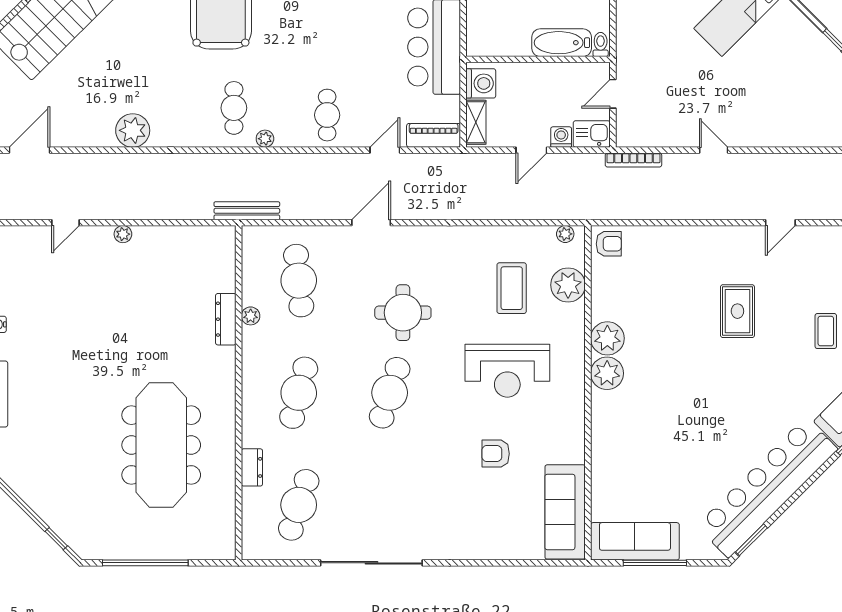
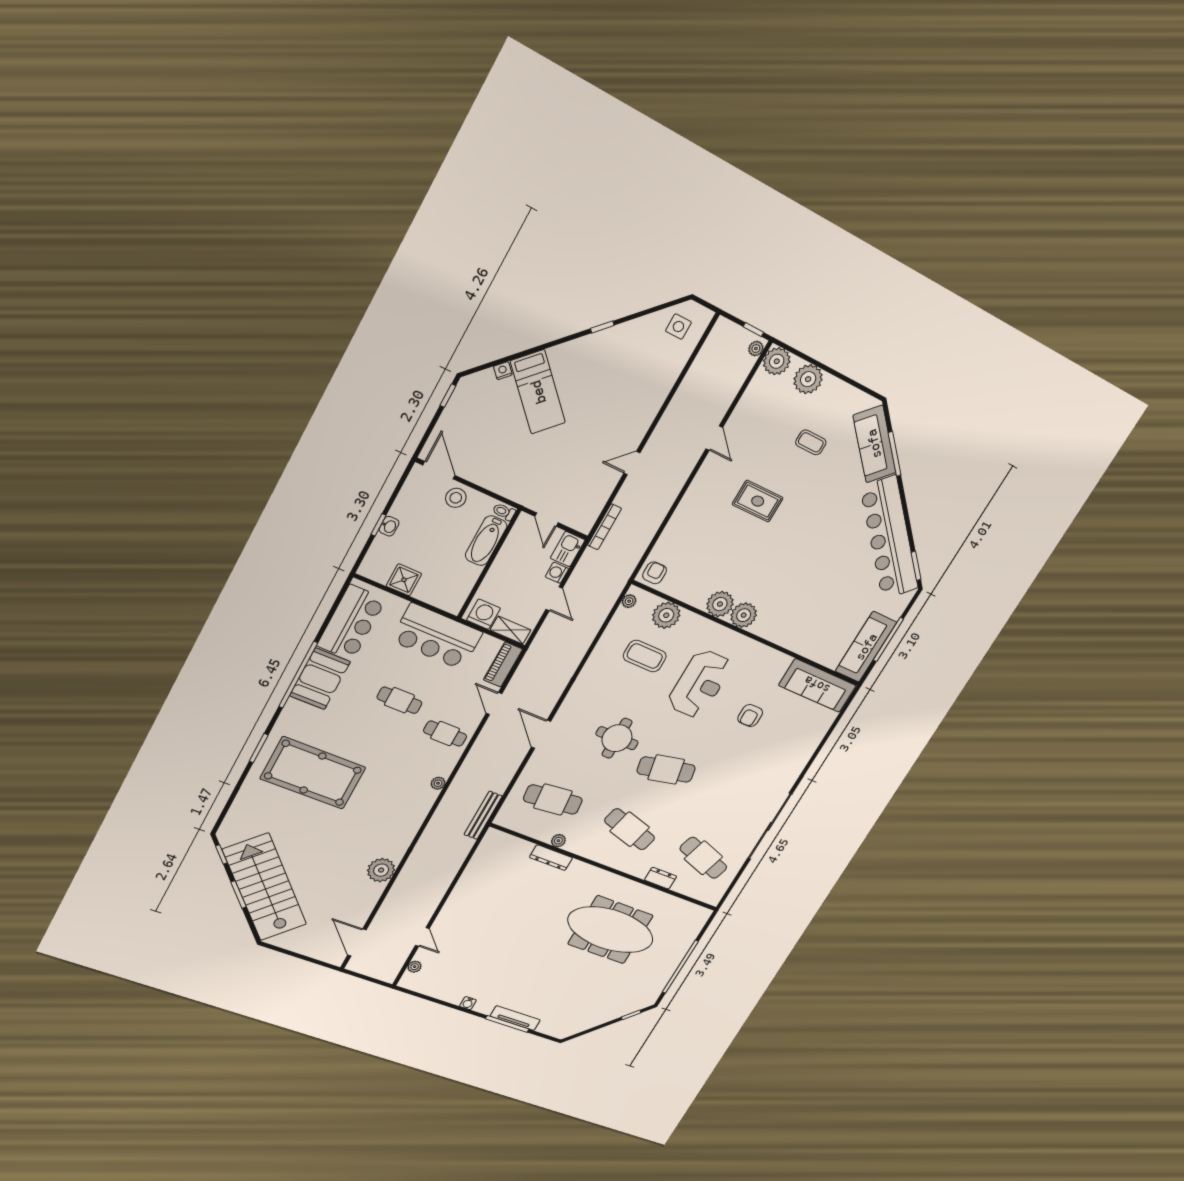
cafe table: (234, 108) -> (399, 700), moved
plant: (123, 234) -> (415, 967), moved
cafe table: (390, 393) -> (666, 769), turned -30

